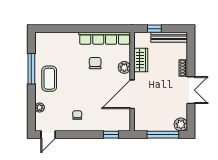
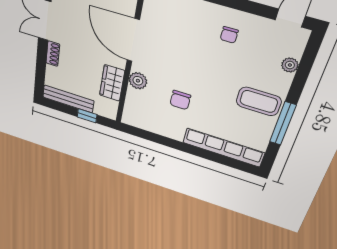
row of seats: (105, 38) -> (223, 148), moved
coffee table: (49, 79) -> (259, 101), turned 90
door: (132, 94) -> (133, 40), swing flipped

